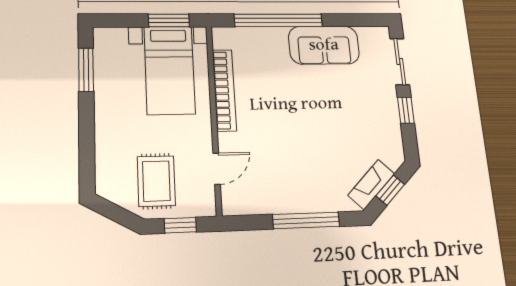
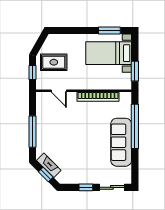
sofa: (324, 45) -> (121, 142), width x1.36
bed with nightstands: (169, 70) -> (109, 53), moved

